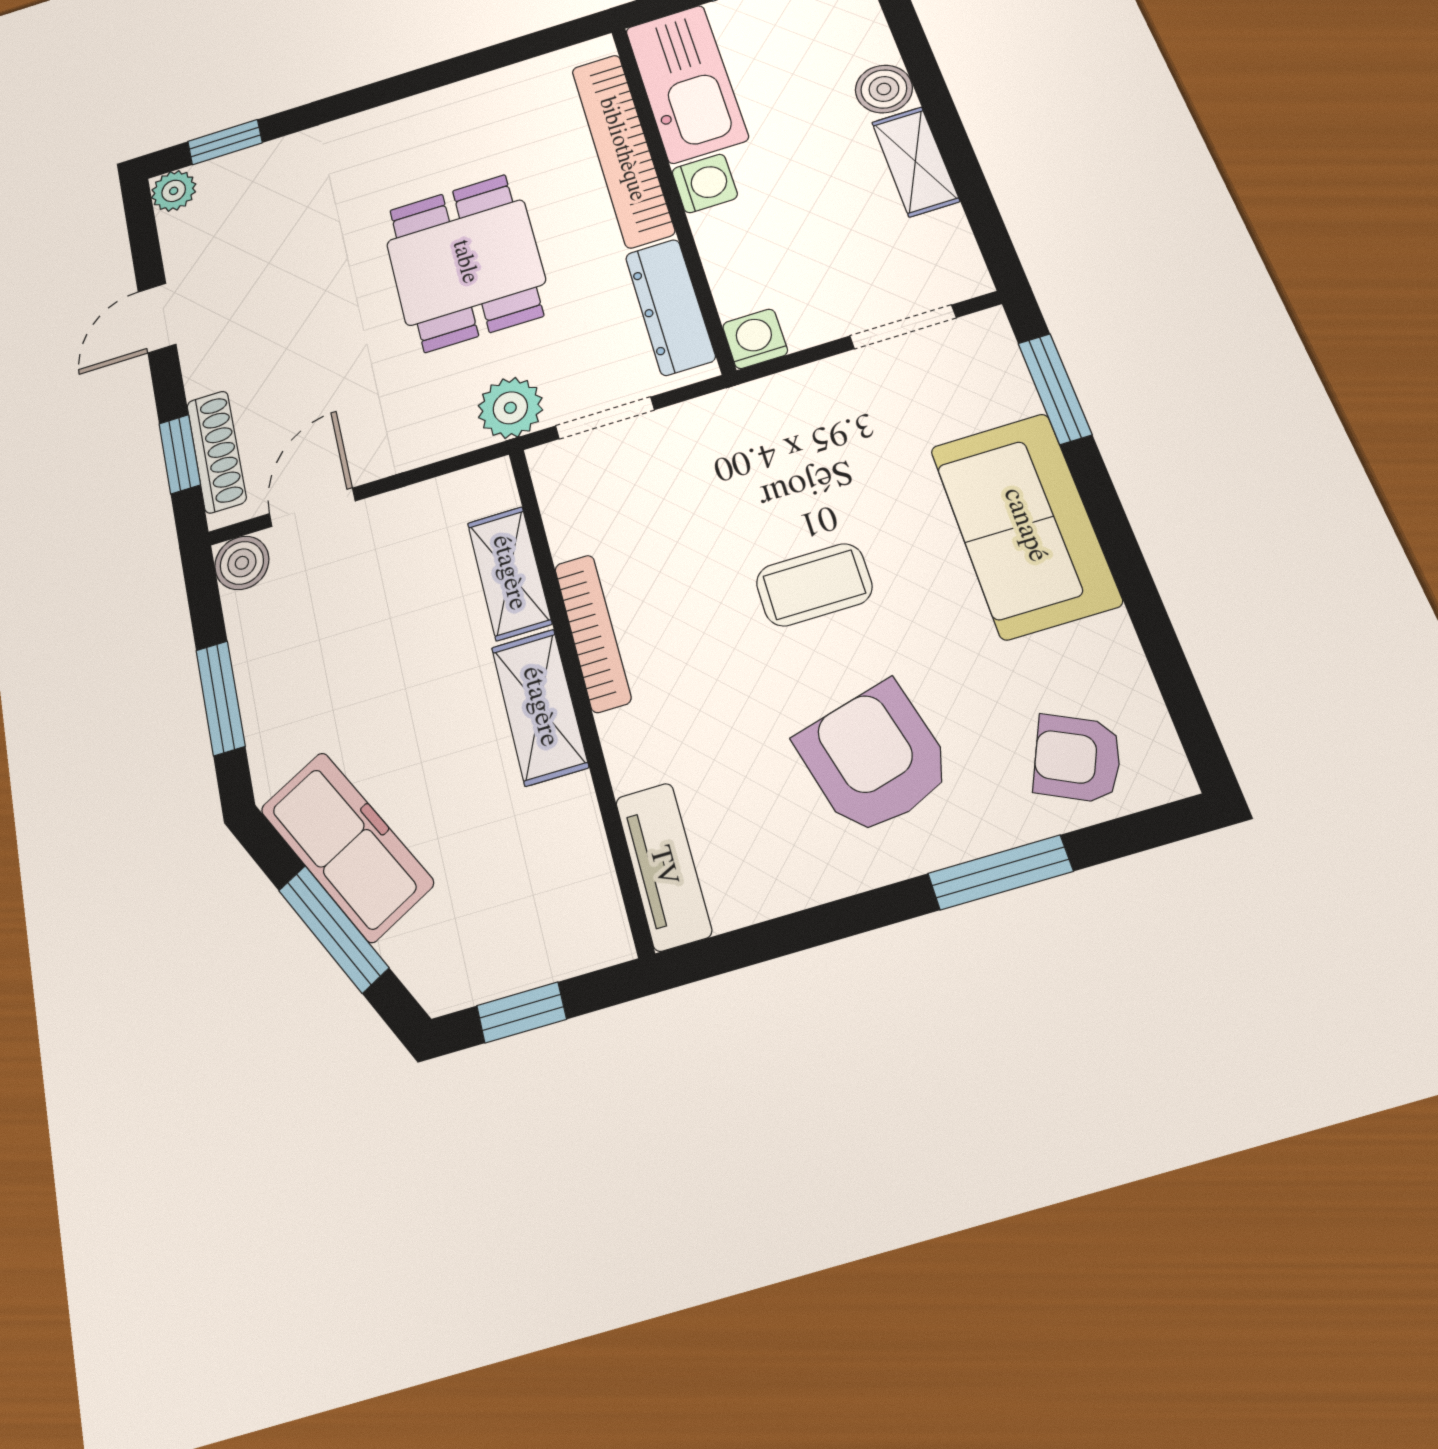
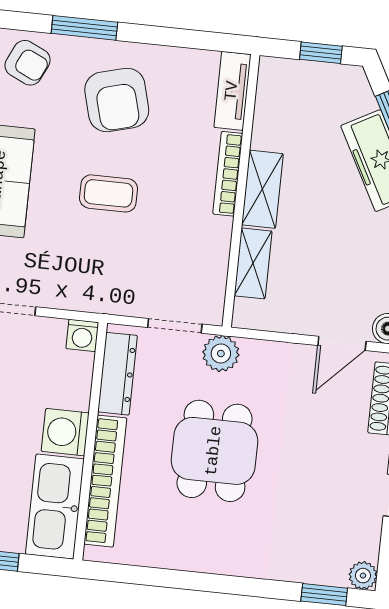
washing machine: (705, 183) -> (65, 432), width x1.38, depth x1.38
bookcase: (593, 633) -> (228, 174), moved

